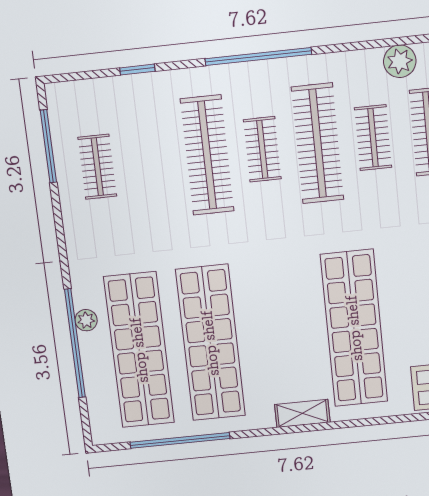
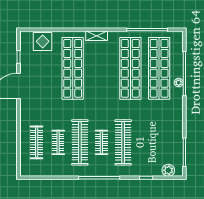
plant: (400, 61) -> (168, 170), moved
clothes rail: (97, 167) -> (166, 142), removed

